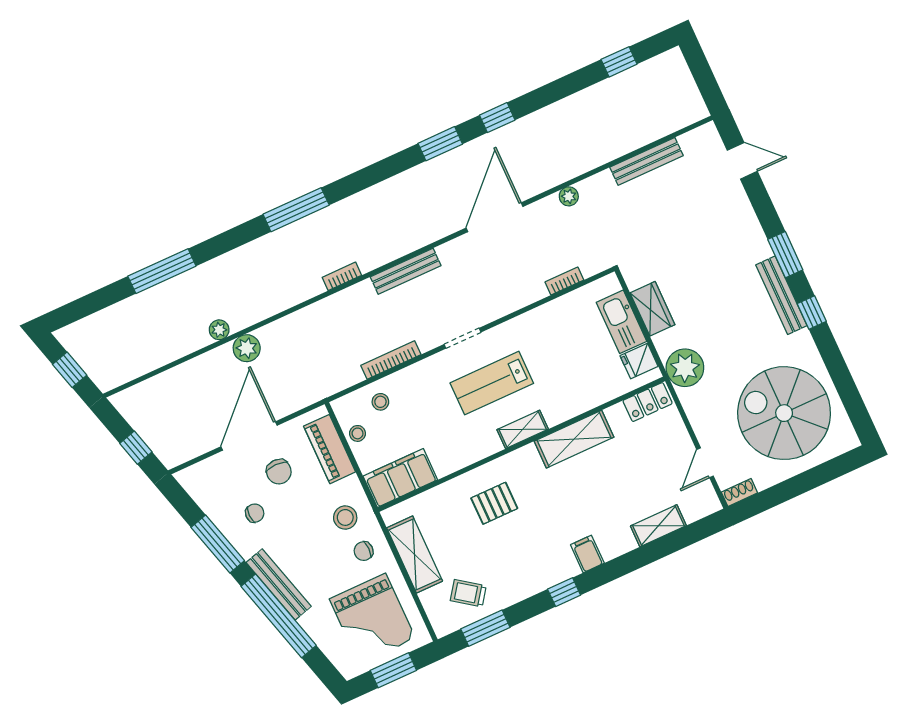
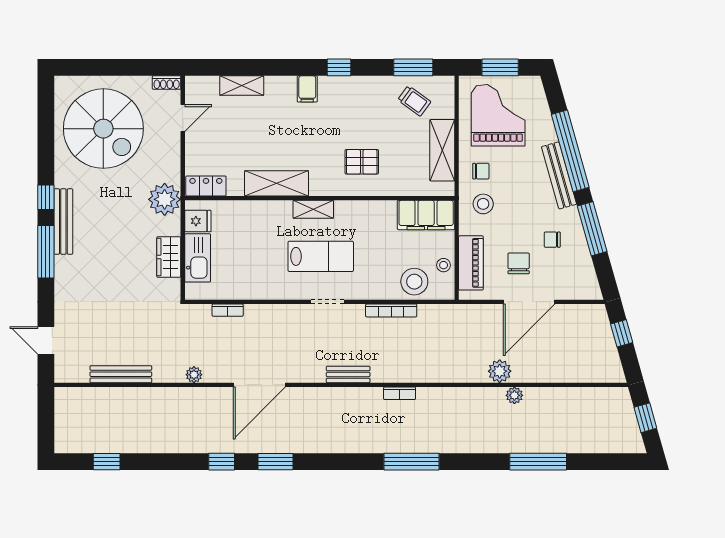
window: (785, 255) -> (46, 252), width x1.44
bench: (406, 271) -> (348, 374), width x0.73
stool: (380, 402) -> (414, 282), width x1.89, depth x1.89

